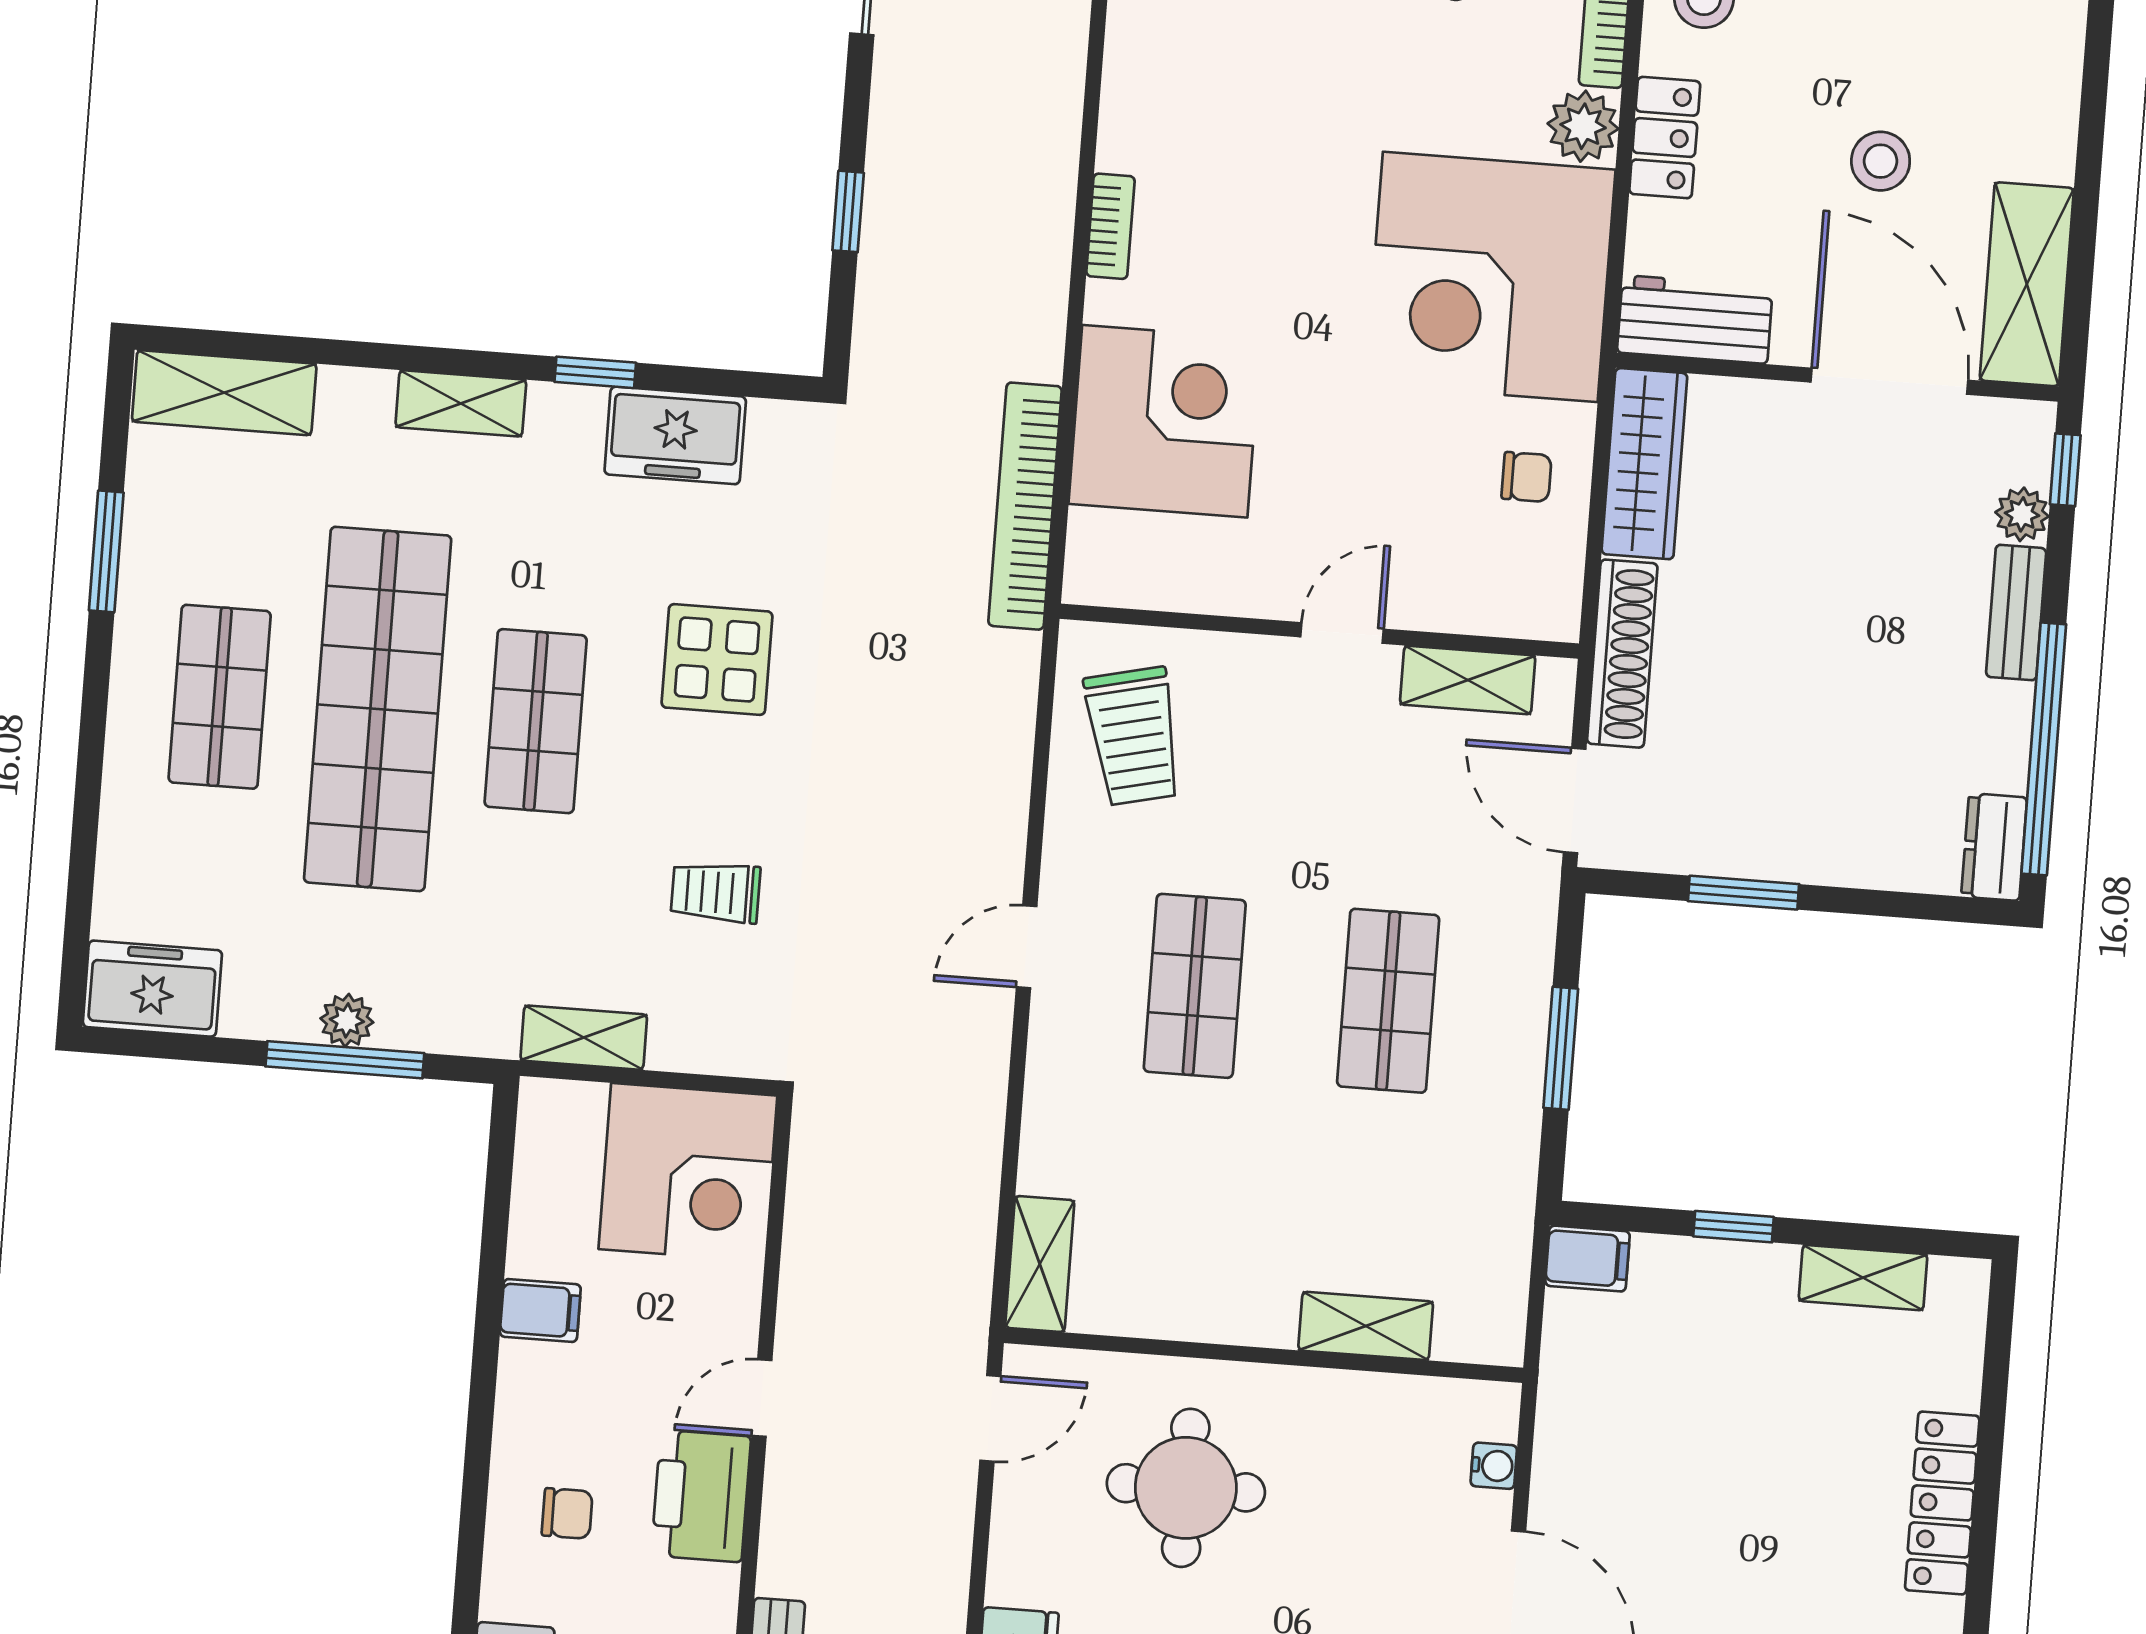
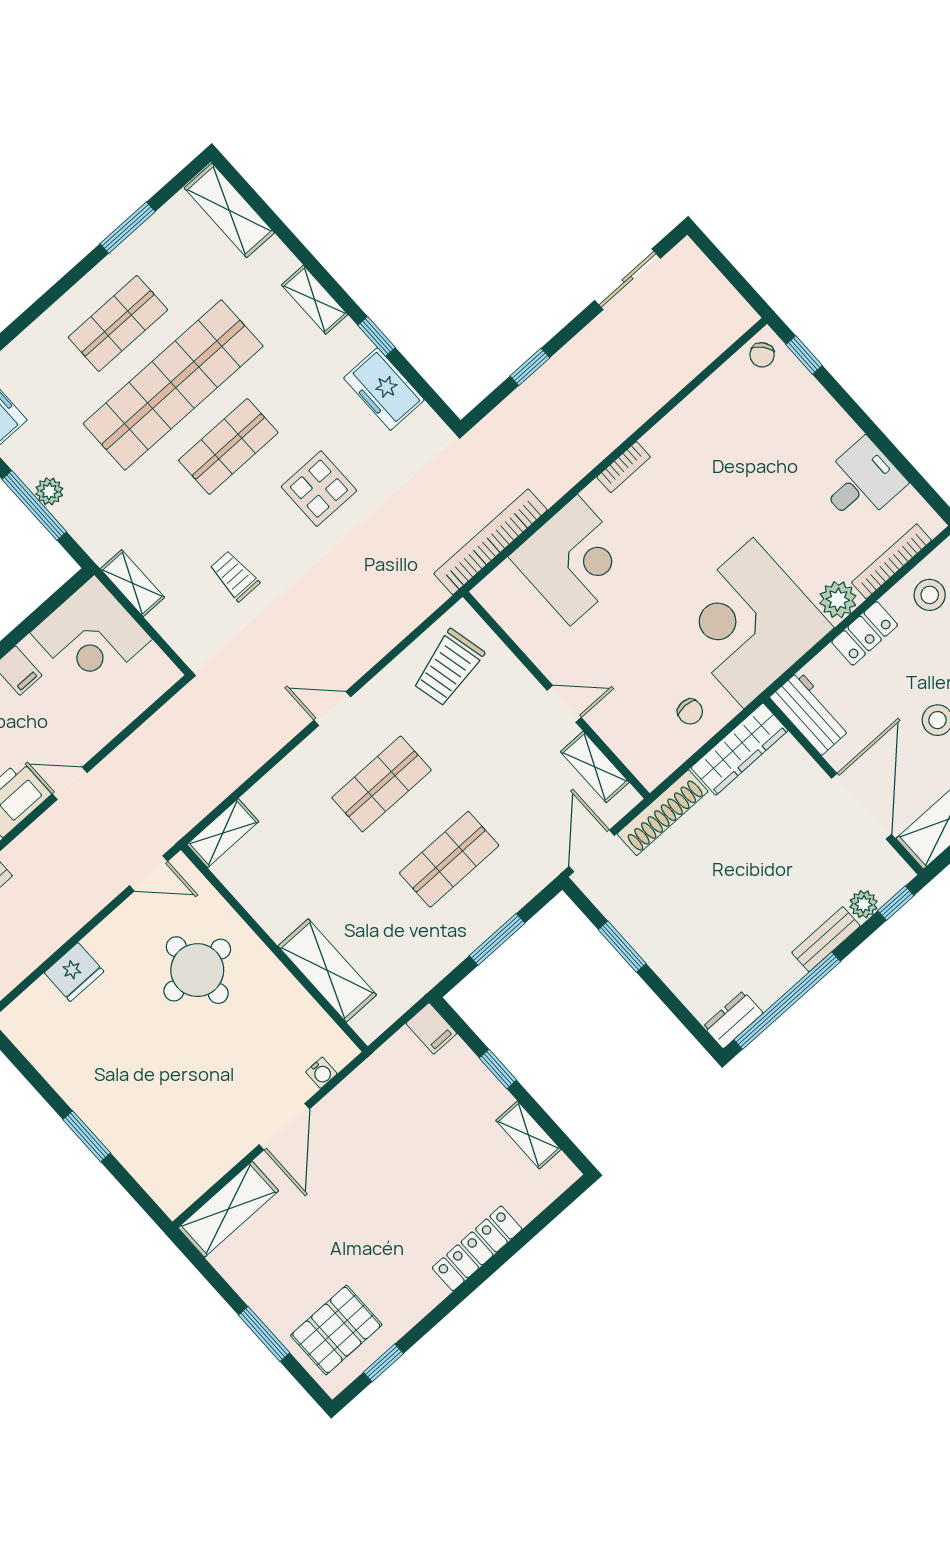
corner desk: (688, 1172) -> (91, 636), moved
shelving: (1366, 1326) -> (327, 970), width x1.50, depth x1.33

